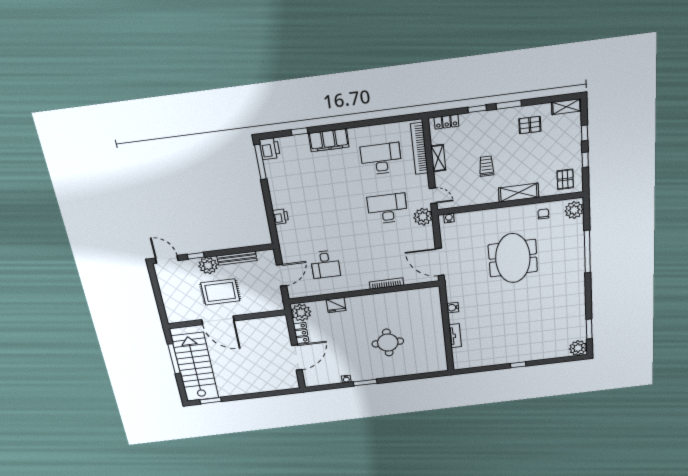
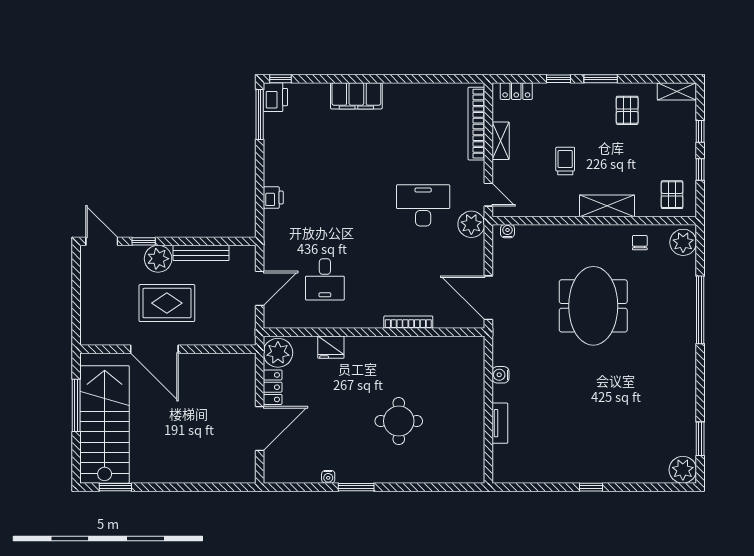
pallet: (530, 125) -> (627, 110), turned 90
window: (299, 132) -> (281, 79), moved
desk: (381, 159) -> (423, 131), removed

